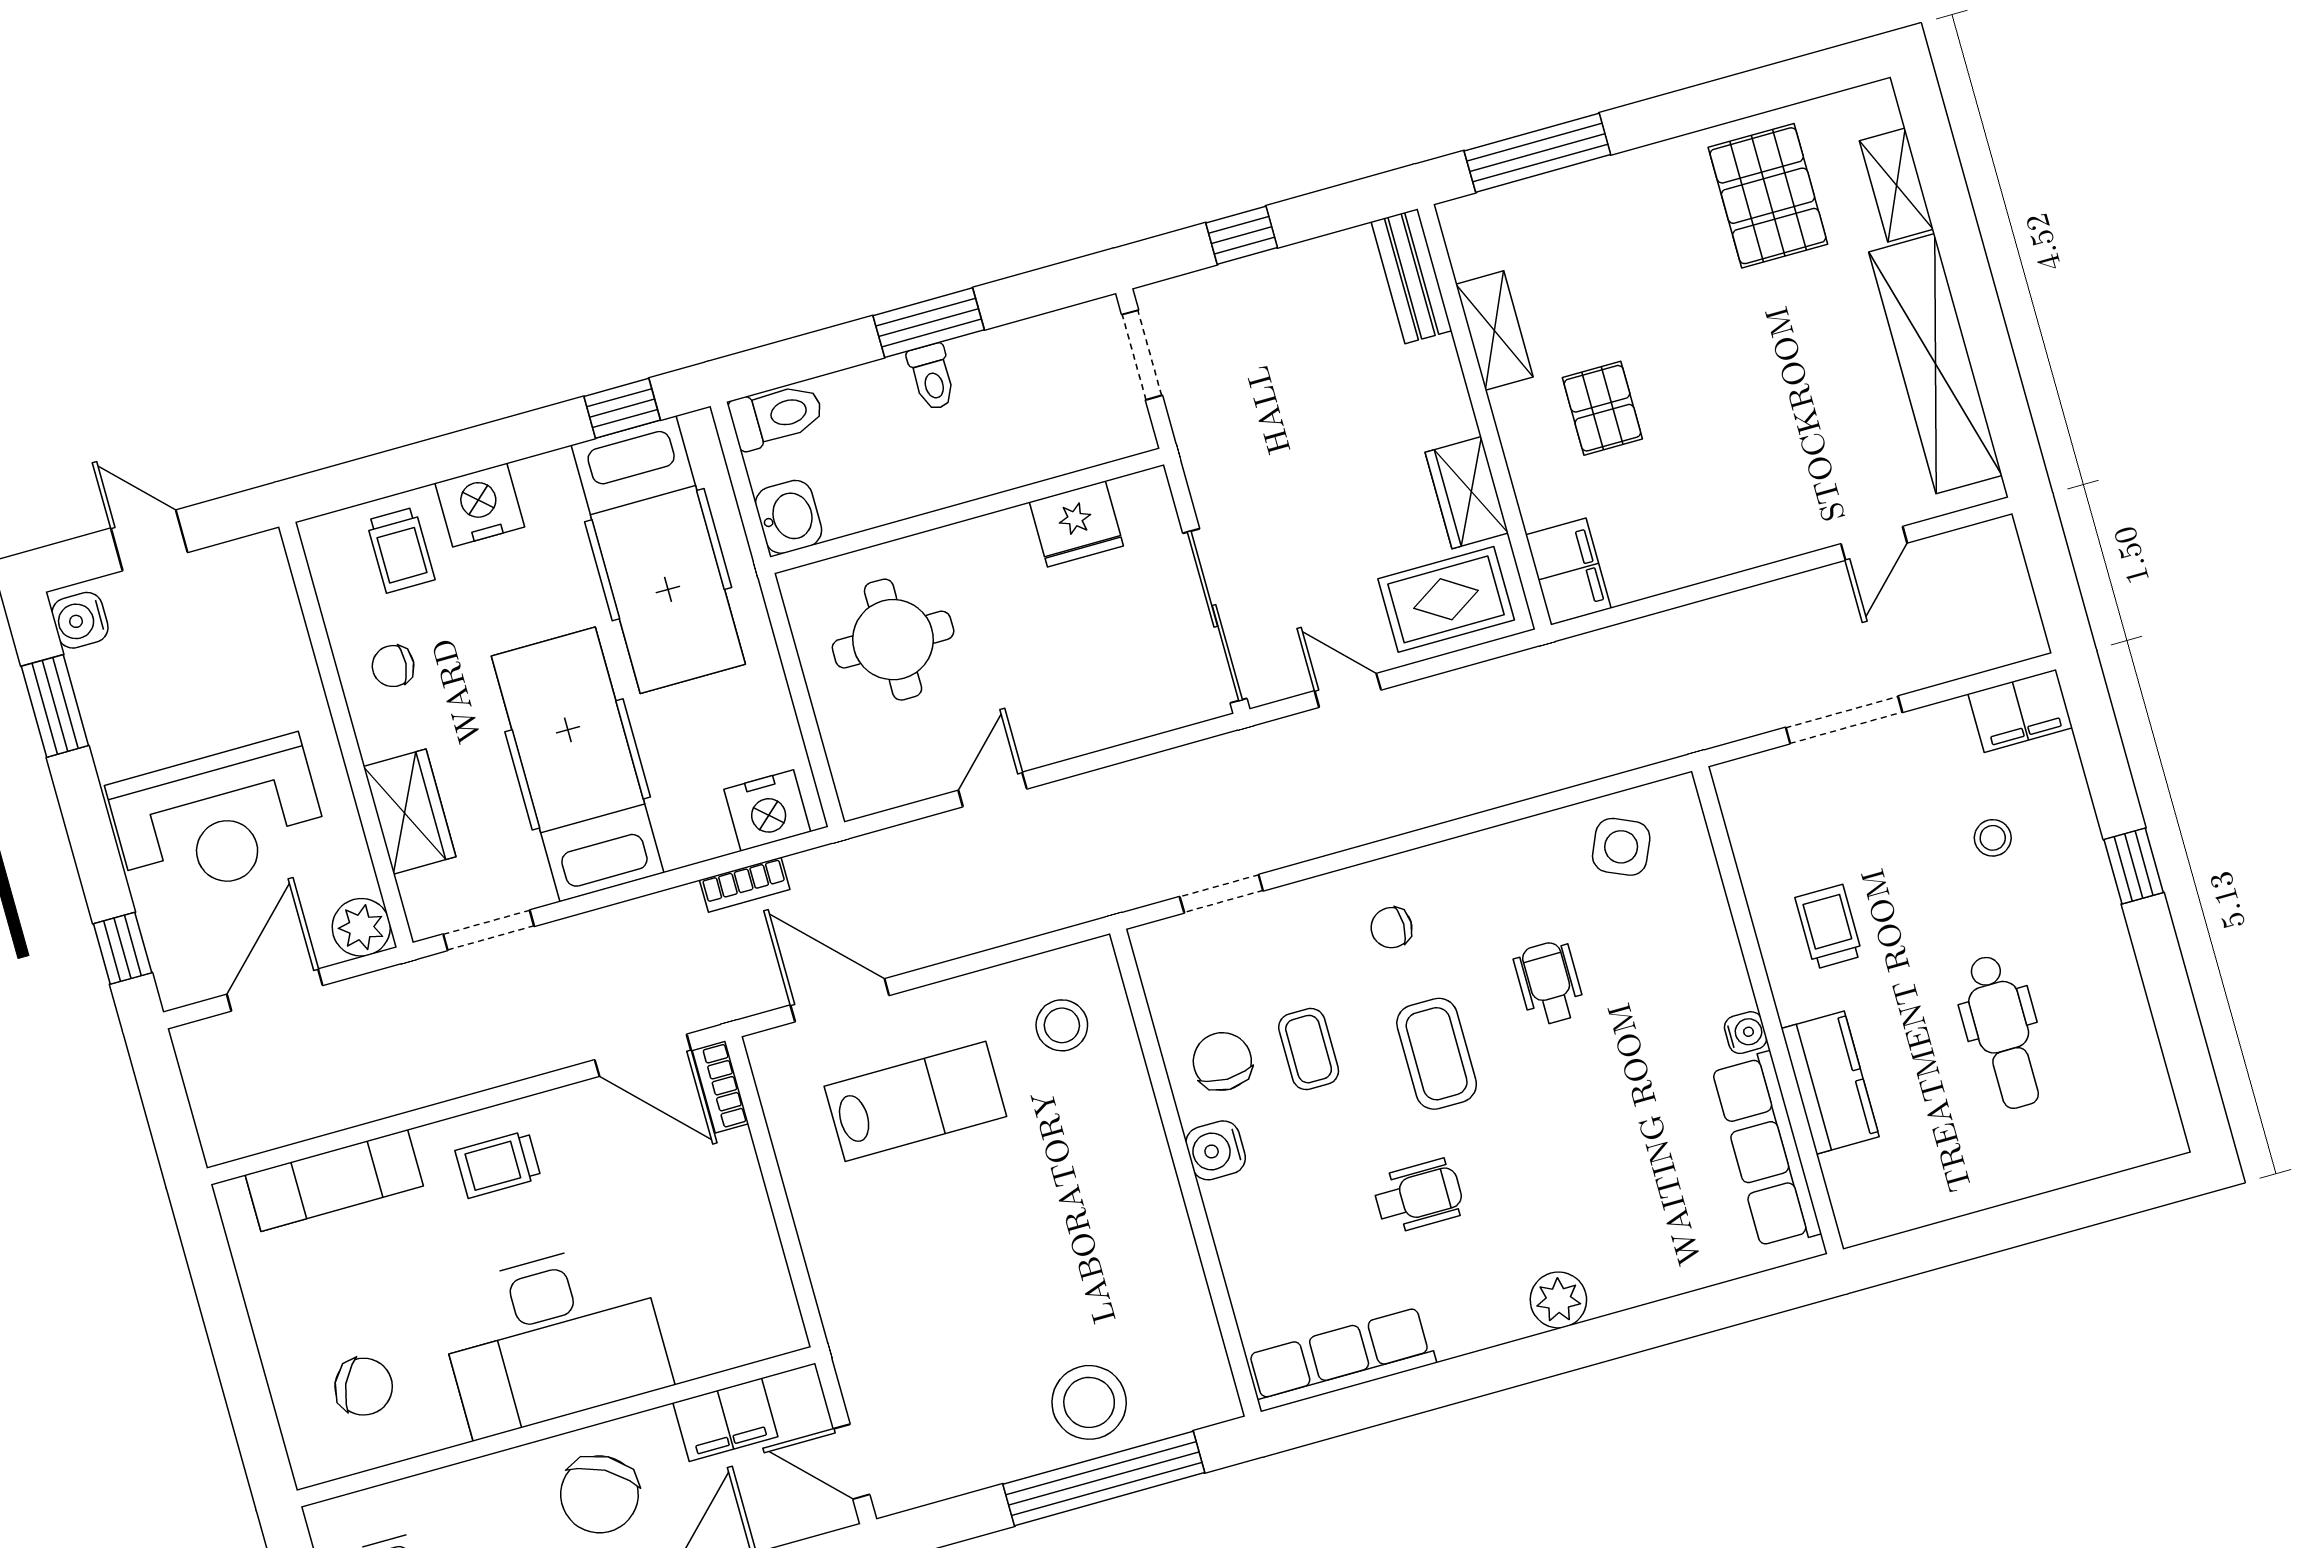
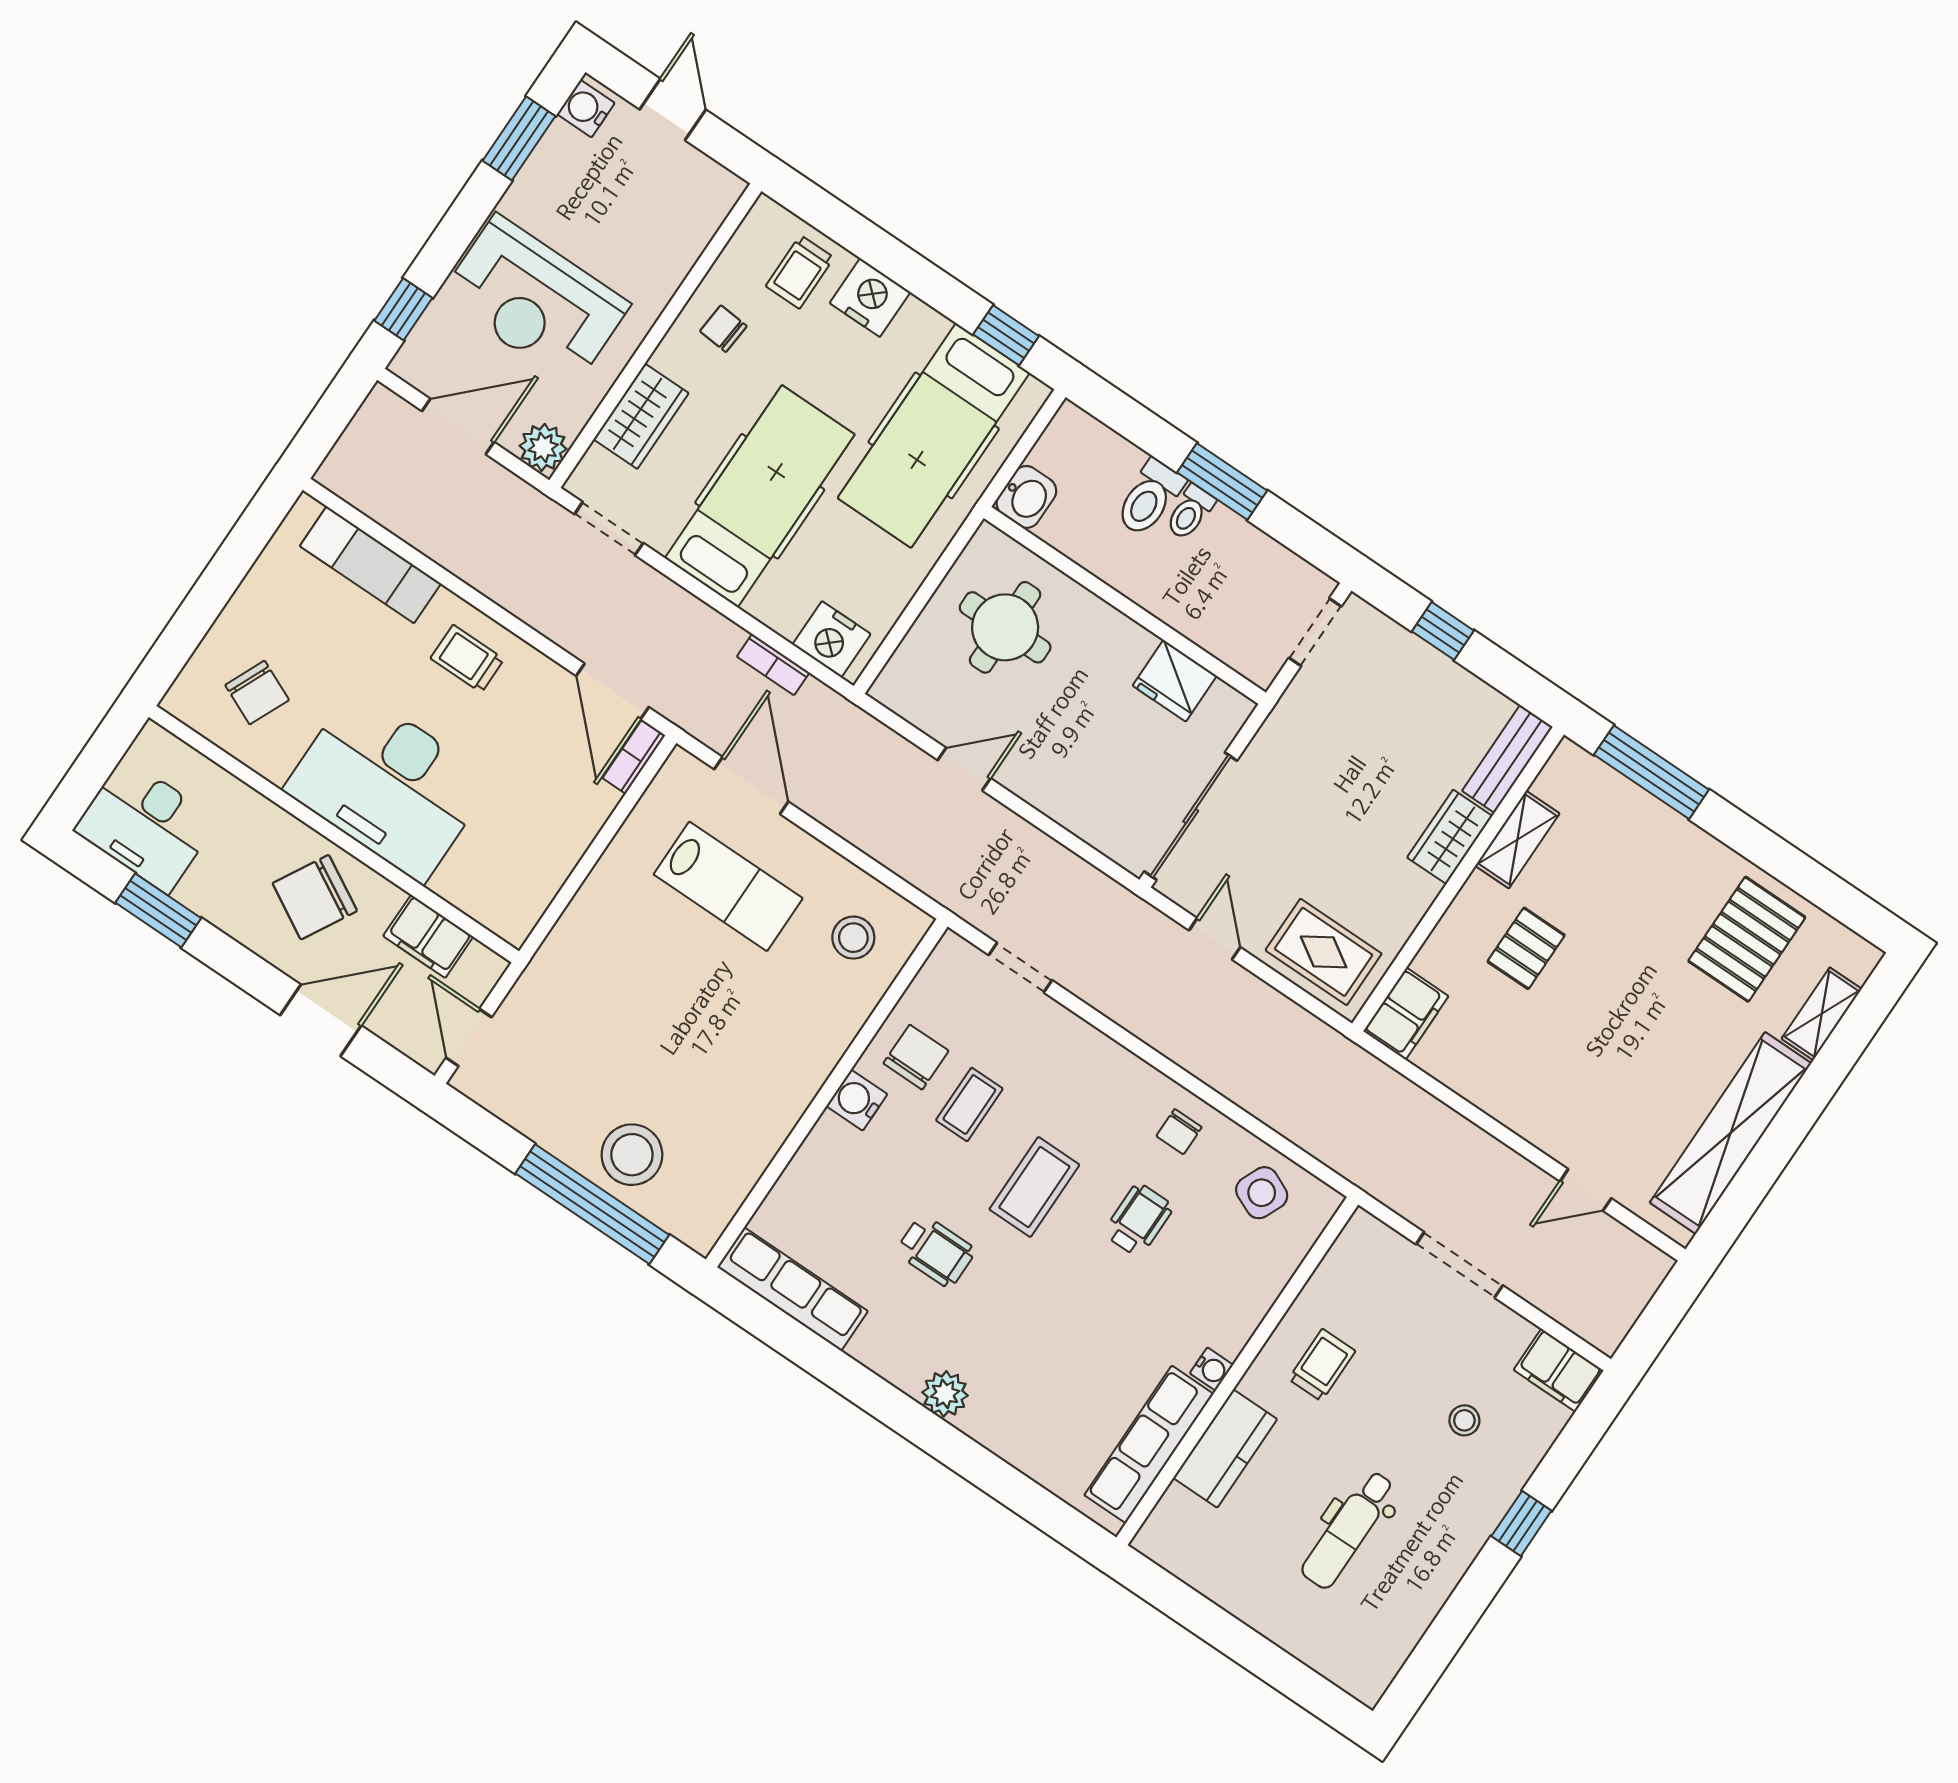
toilet: (777, 416) -> (1150, 498), moved, turned 90
wardrobe: (1467, 493) -> (1450, 837), moved
chair: (1391, 928) -> (1179, 1132), moved, turned -90

